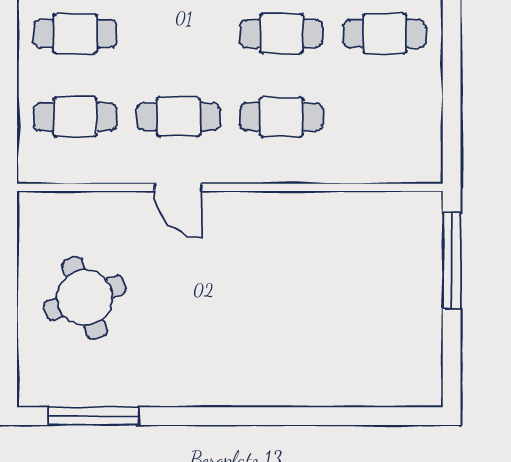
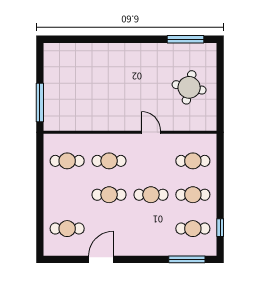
cafe table: (385, 34) -> (67, 161), moved
cafe table: (178, 117) -> (151, 195), moved
round table: (85, 298) -> (189, 87), turned 32

